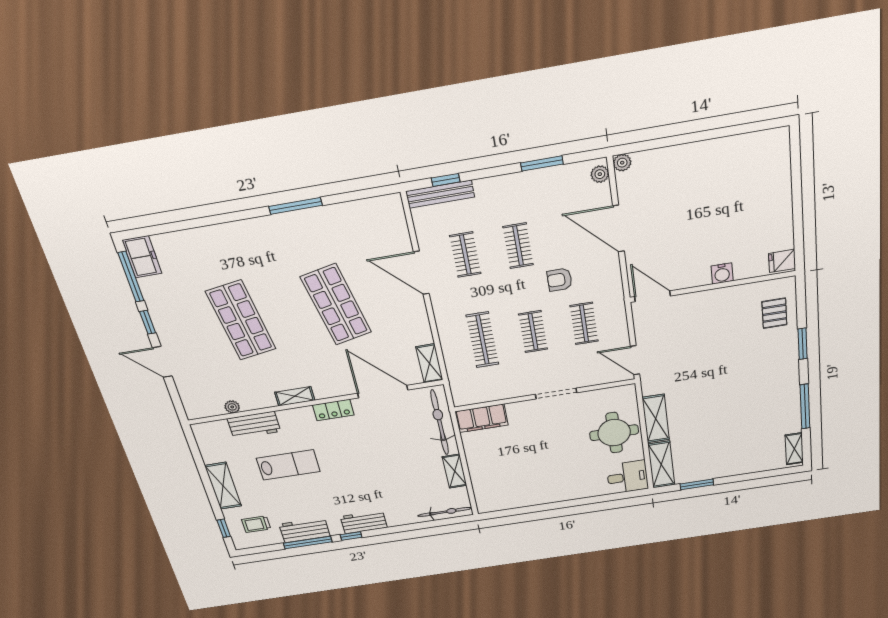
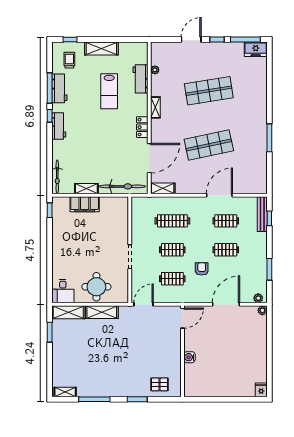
fridge: (782, 261) -> (261, 390), moved
filing cabinet: (482, 418) -> (85, 204), moved, turned -90
window: (500, 514) -> (50, 210), added

